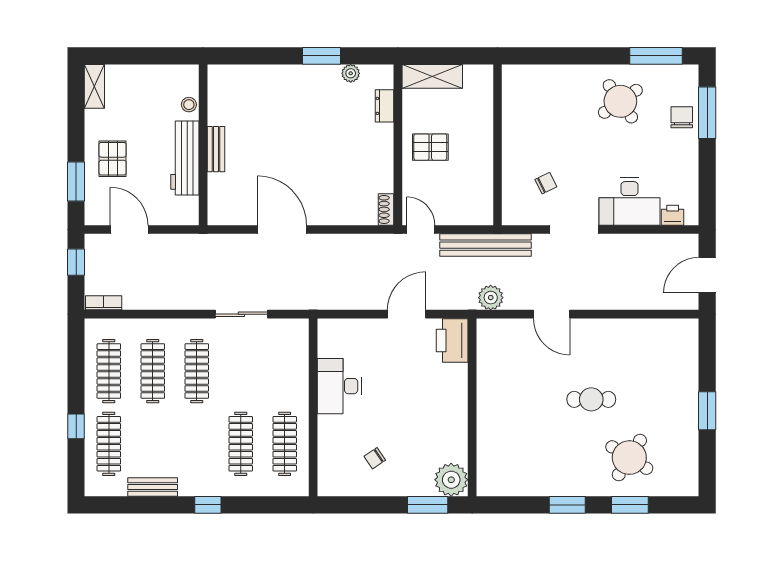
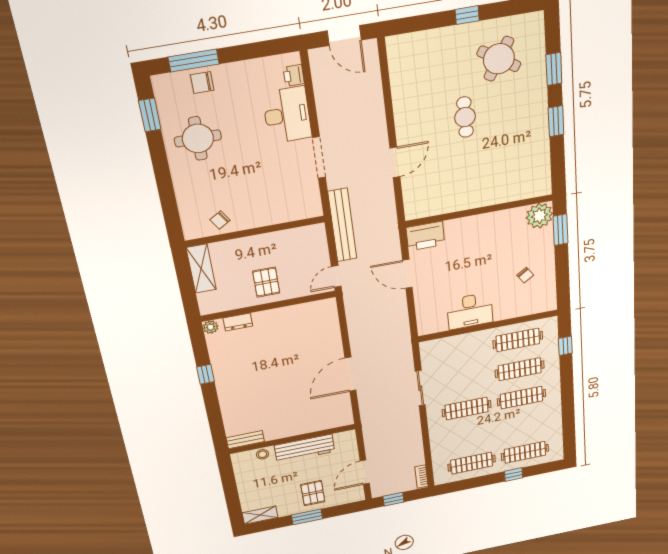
window: (322, 56) -> (206, 374), width x0.67
window: (656, 56) -> (150, 115), width x0.69
plant: (351, 73) -> (211, 327), moved
shelving: (432, 76) -> (201, 269), moved
round table: (620, 101) -> (198, 138), turned 35
bench: (216, 149) -> (245, 440), moved
pallet: (113, 159) -> (313, 493), turned 90
window: (76, 182) -> (307, 517), moved
chair: (546, 183) -> (220, 220), moved, turned -96
shoe rack: (386, 209) -> (323, 305), removed
plant: (491, 298) -> (386, 213), removed
clothes rail: (153, 371) -> (521, 398), moved
window: (707, 411) -> (467, 15), width x0.67
round table: (629, 458) -> (499, 59), moved
bench: (153, 487) -> (555, 419), removed
window: (208, 505) -> (565, 346), moved

